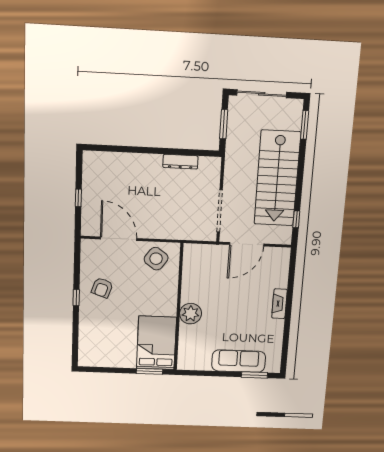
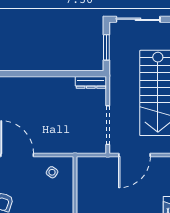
dresser: (180, 162) -> (91, 82), moved
side table: (156, 259) -> (52, 172), width x0.54, depth x0.54

